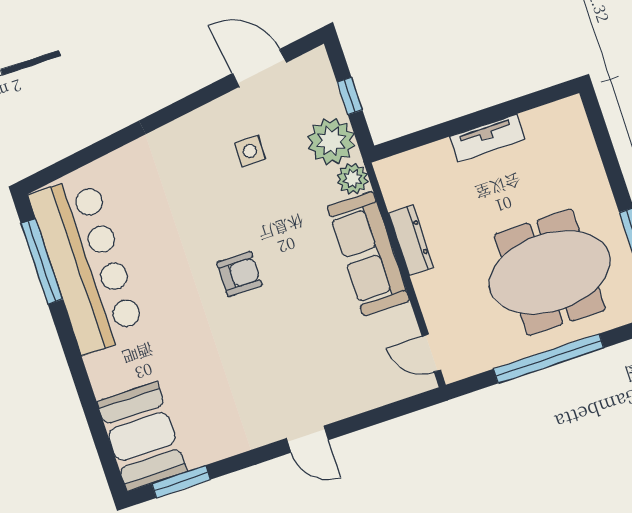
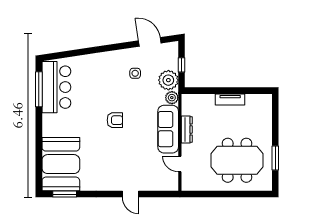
bar counter: (87, 265) -> (56, 87), width x0.73
door: (431, 353) -> (180, 164), moved
window: (549, 359) -> (225, 194), removed
booth: (142, 436) -> (61, 164), width x1.36, depth x1.42
door: (307, 439) -> (130, 194), moved

